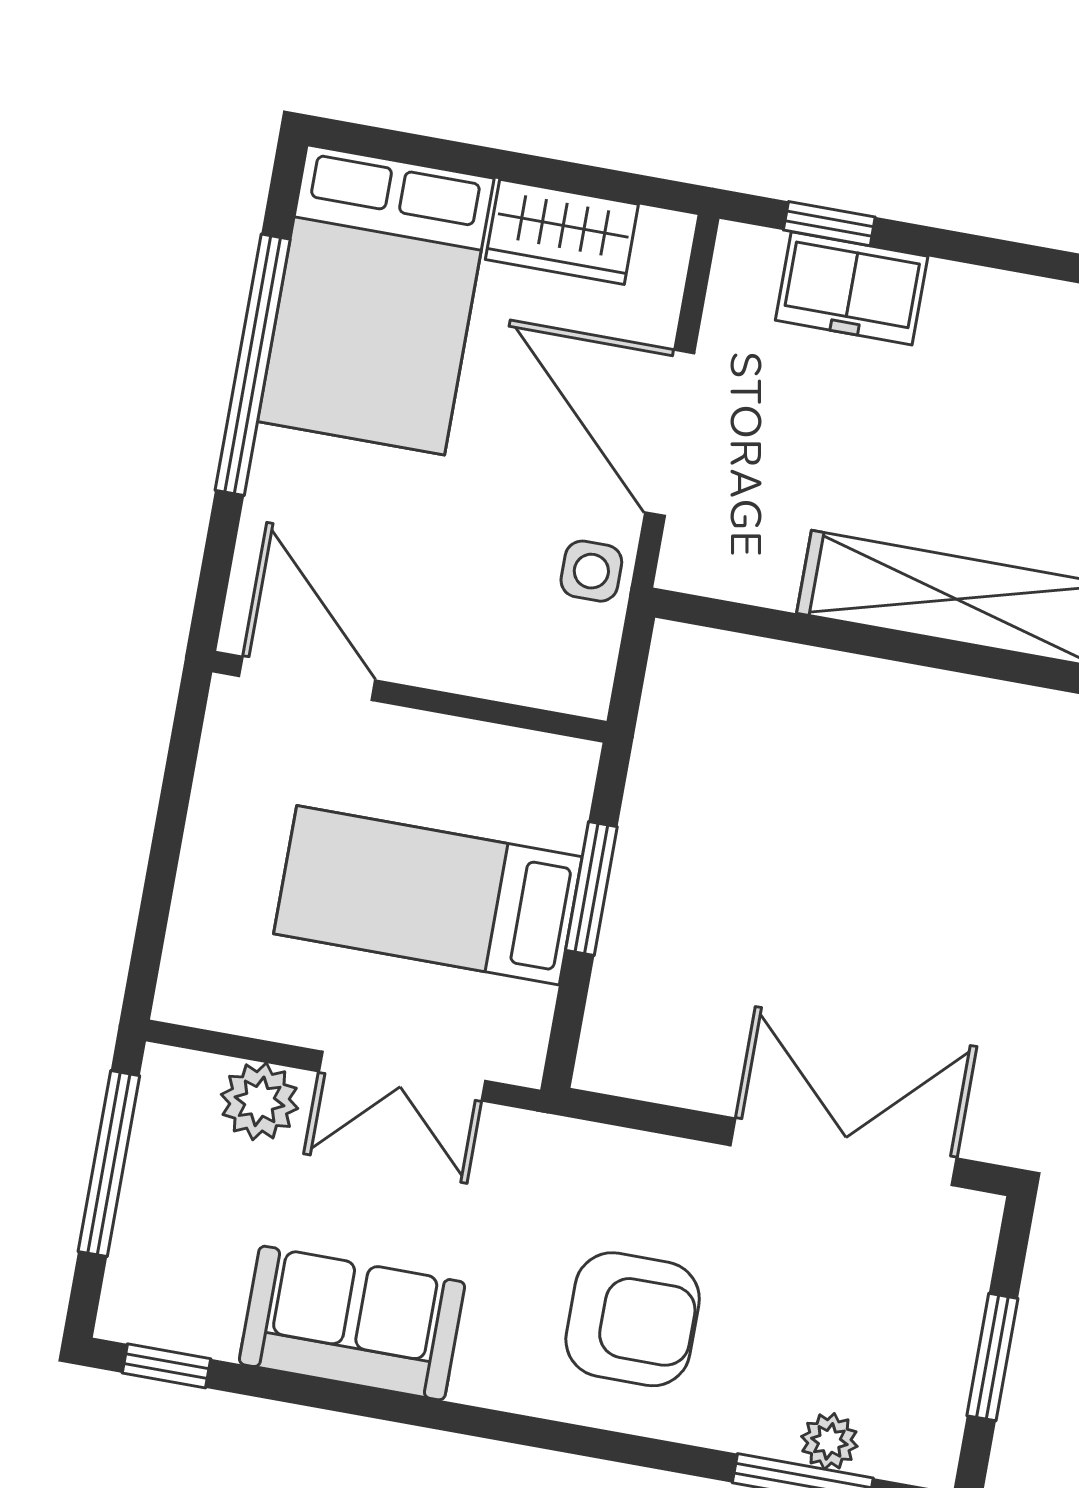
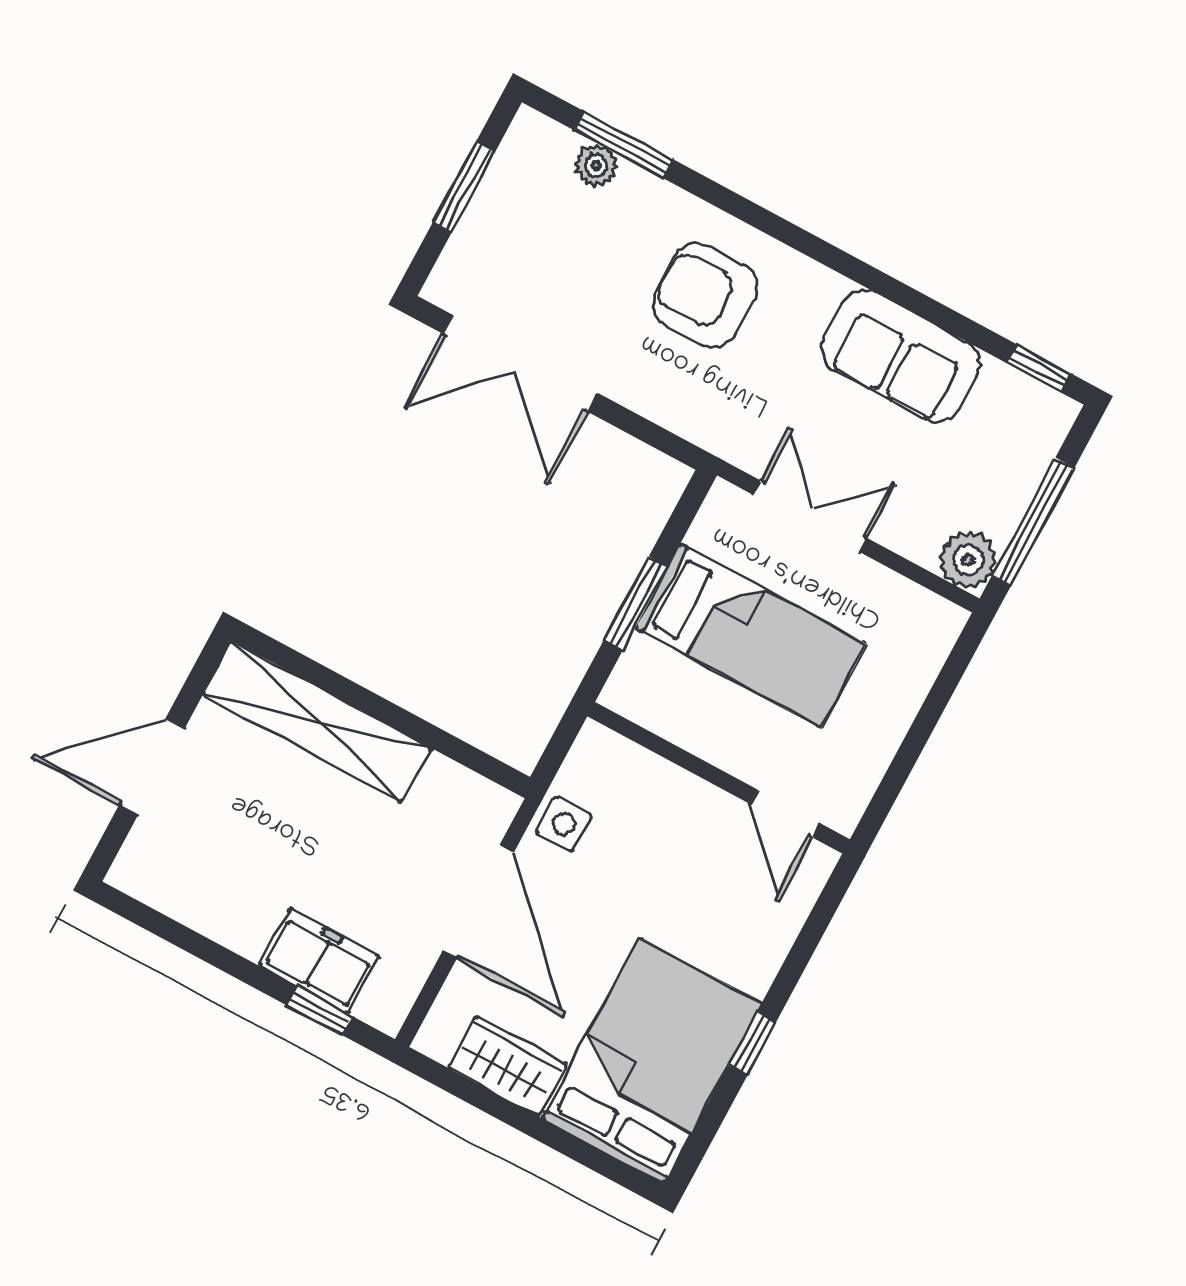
window: (253, 365) -> (752, 1044), width x0.32
door: (307, 678) -> (785, 814), width x0.73
plant: (260, 1101) -> (968, 560), moved

